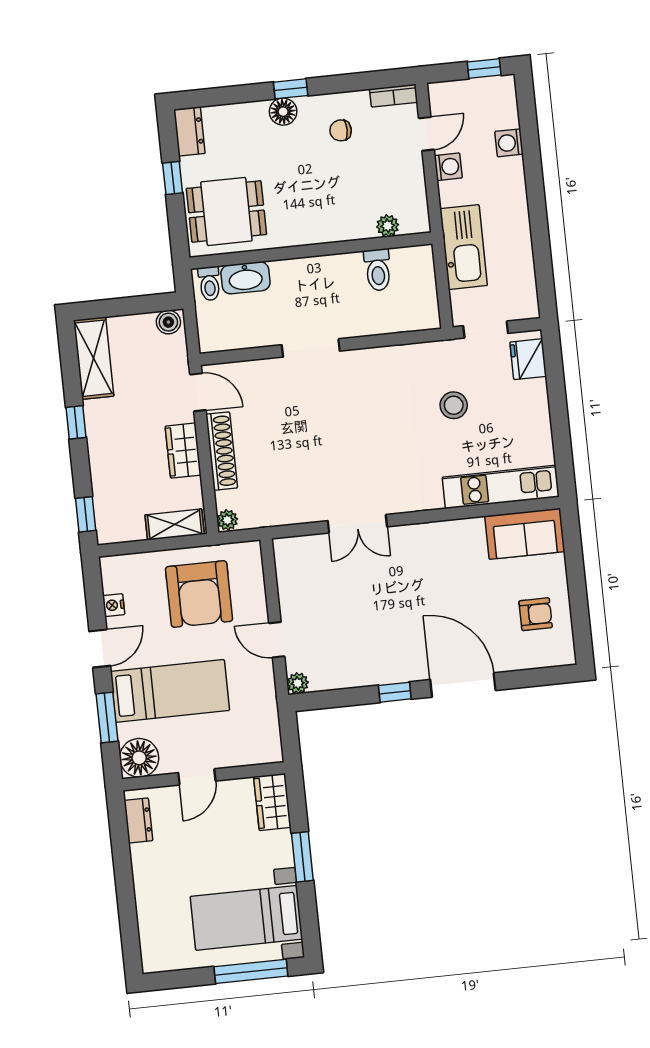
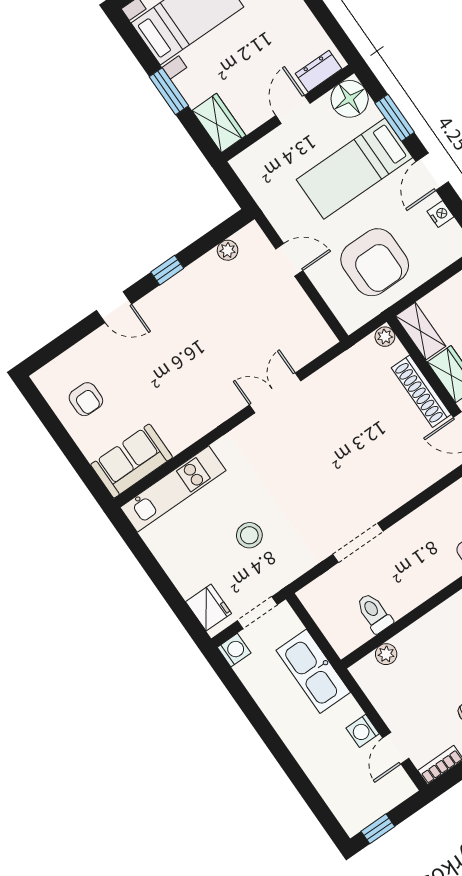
washing machine: (509, 143) -> (234, 650), moved
doorway: (311, 348) -> (358, 543), moved
shelving: (175, 525) -> (421, 331), moved, turned 90
armchair: (199, 594) -> (375, 262), turned 180
armchair: (536, 614) -> (86, 399), turned -90
plant: (298, 683) -> (228, 250), moved
door: (463, 685) -> (114, 307), width x0.53
dresser: (138, 821) -> (319, 71), moved, turned 90

